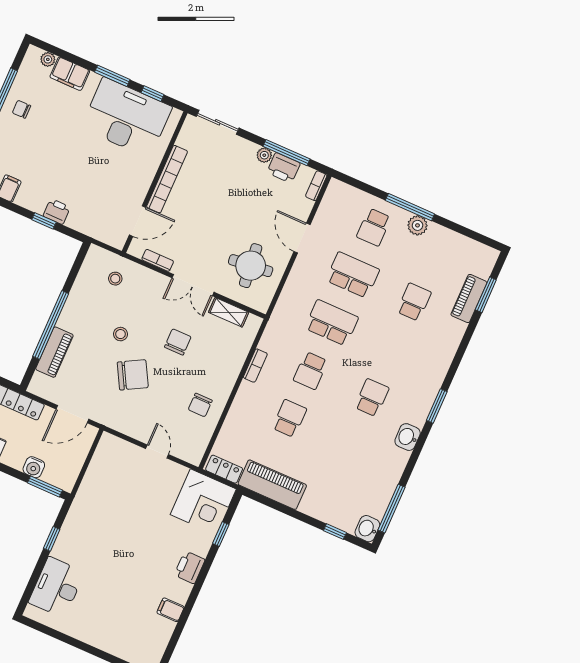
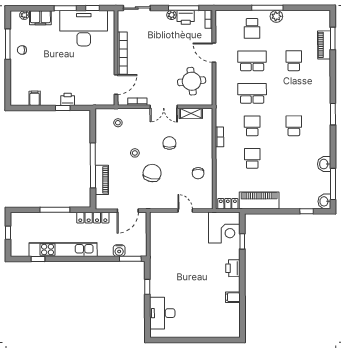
school desk: (311, 371) -> (252, 126), turned 180
chair: (133, 375) -> (152, 173), turned -49
washbasin: (408, 437) -> (324, 164), moved

